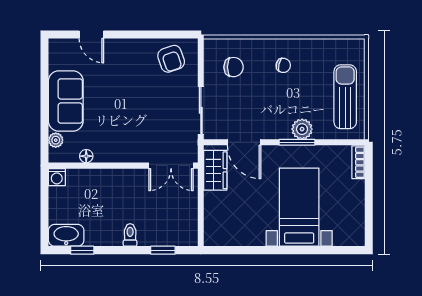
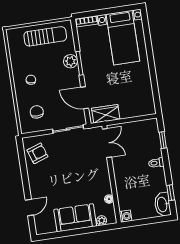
sun lounger: (345, 97) -> (45, 36), turned 180
door: (244, 142) -> (85, 98), swing flipped
bed with nightstands: (299, 207) -> (123, 38), moved, turned -90

